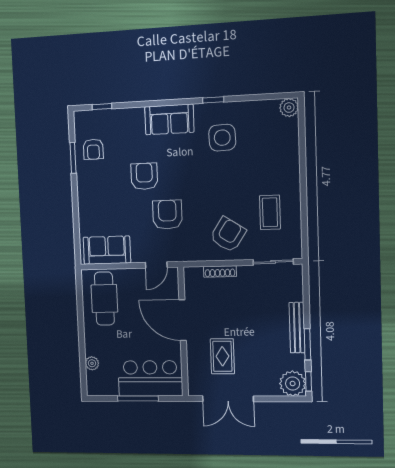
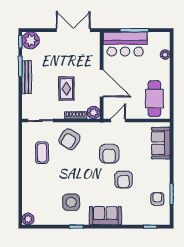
sofa: (107, 250) -> (161, 143), moved, turned 90
plant: (193, 276) -> (94, 113), added
rug: (222, 356) -> (66, 89), moved

